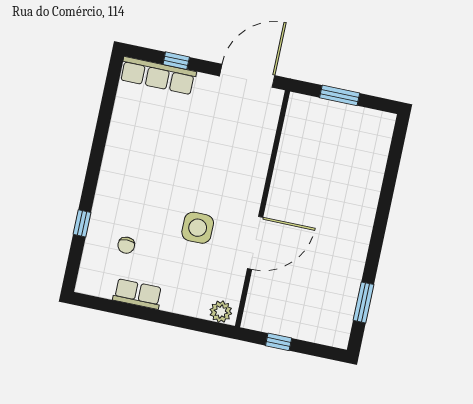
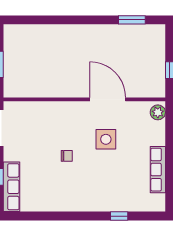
chair: (126, 245) -> (67, 156), moved
row of seats: (138, 294) -> (158, 170), width x1.48

